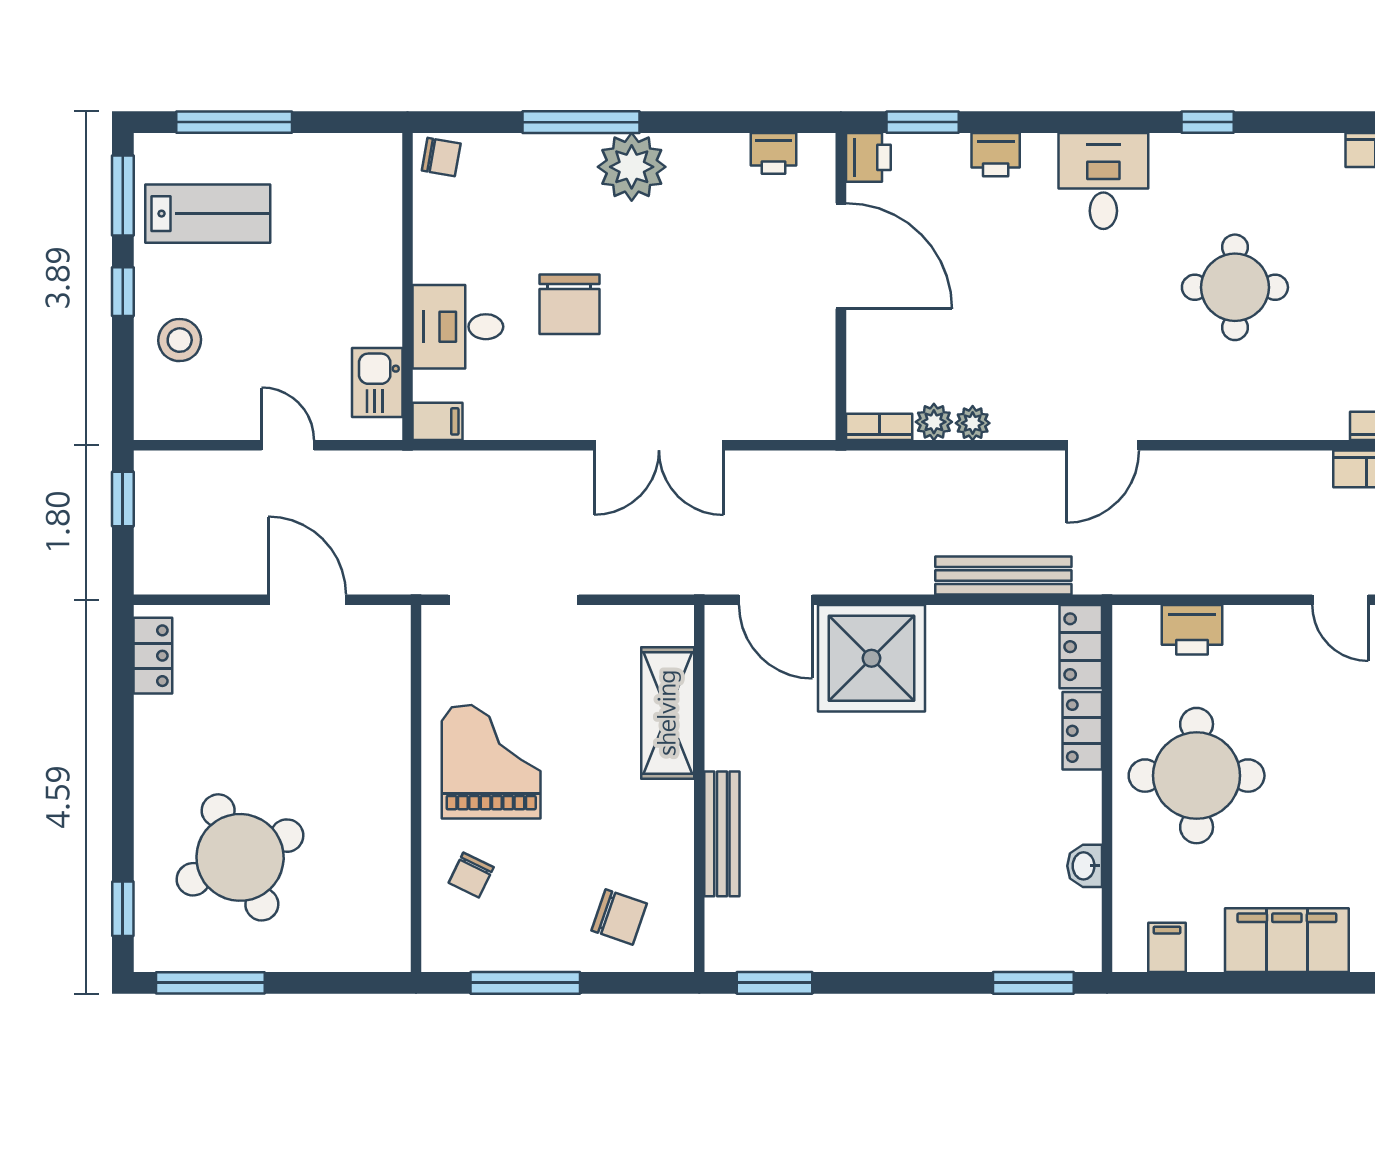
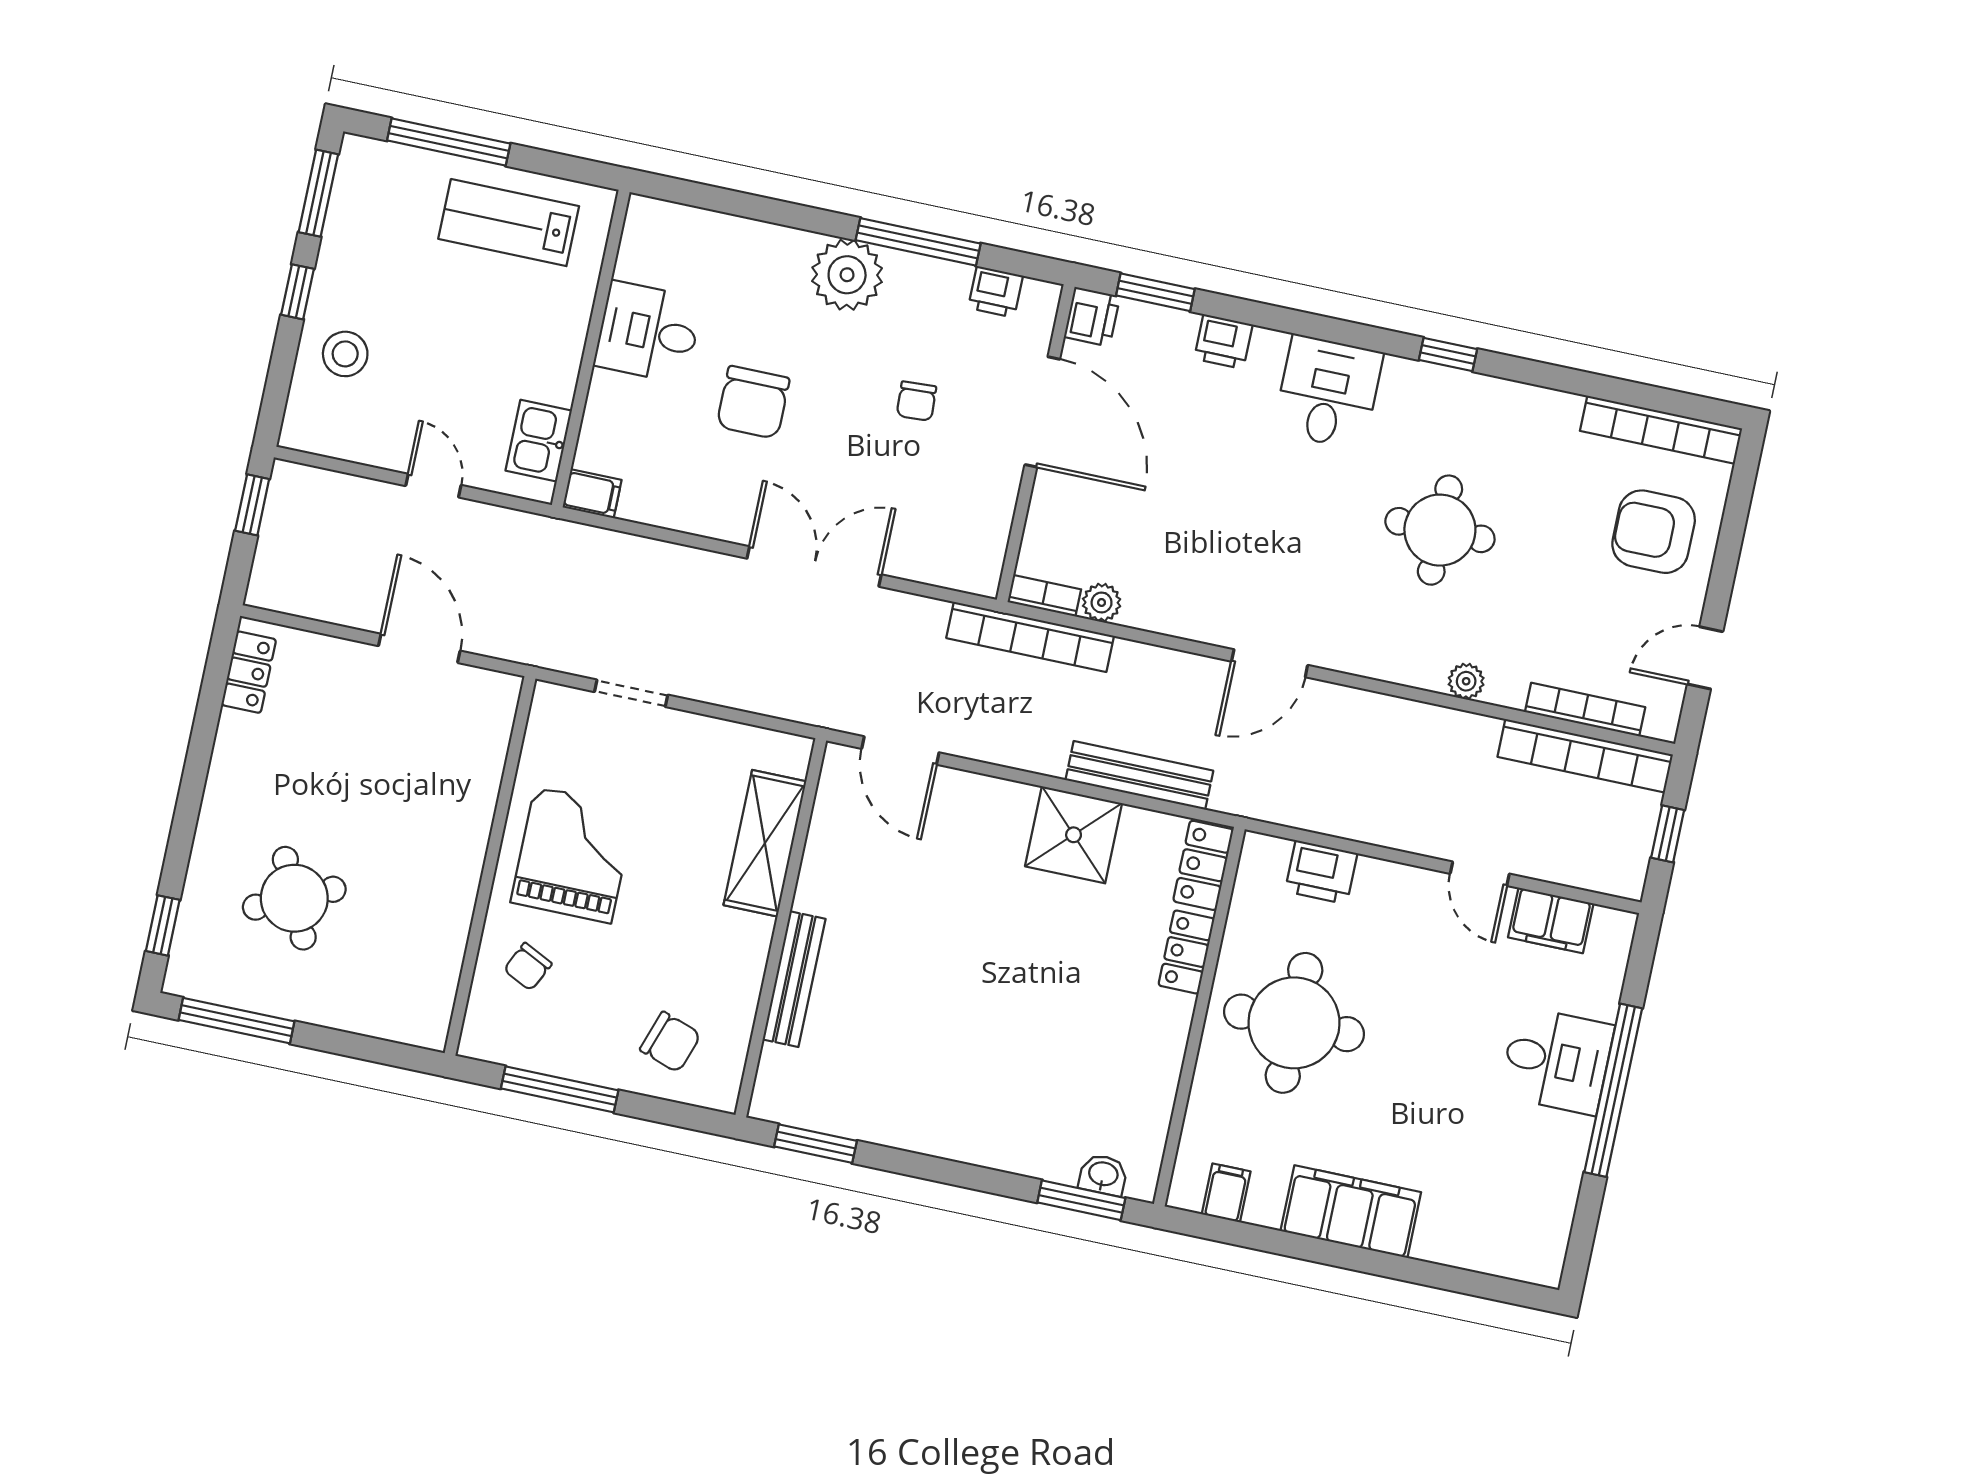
window: (581, 122) -> (918, 242), moved
chair: (441, 157) -> (916, 401), moved, turned 77
lab bench: (208, 214) -> (509, 223), moved, turned 180
desk: (458, 327) -> (648, 332), moved
plant: (973, 423) -> (1466, 681), moved
double door: (659, 445) -> (814, 566), swing flipped
bookcase: (874, 468) -> (1030, 637), added
doorway: (513, 600) -> (631, 693), width x0.53
shower: (872, 658) -> (1074, 835), moved, width x0.73, depth x0.73
round table: (240, 857) -> (294, 898), width x0.73, depth x0.73
washbasin: (1085, 866) -> (1103, 1175), moved, turned 90

